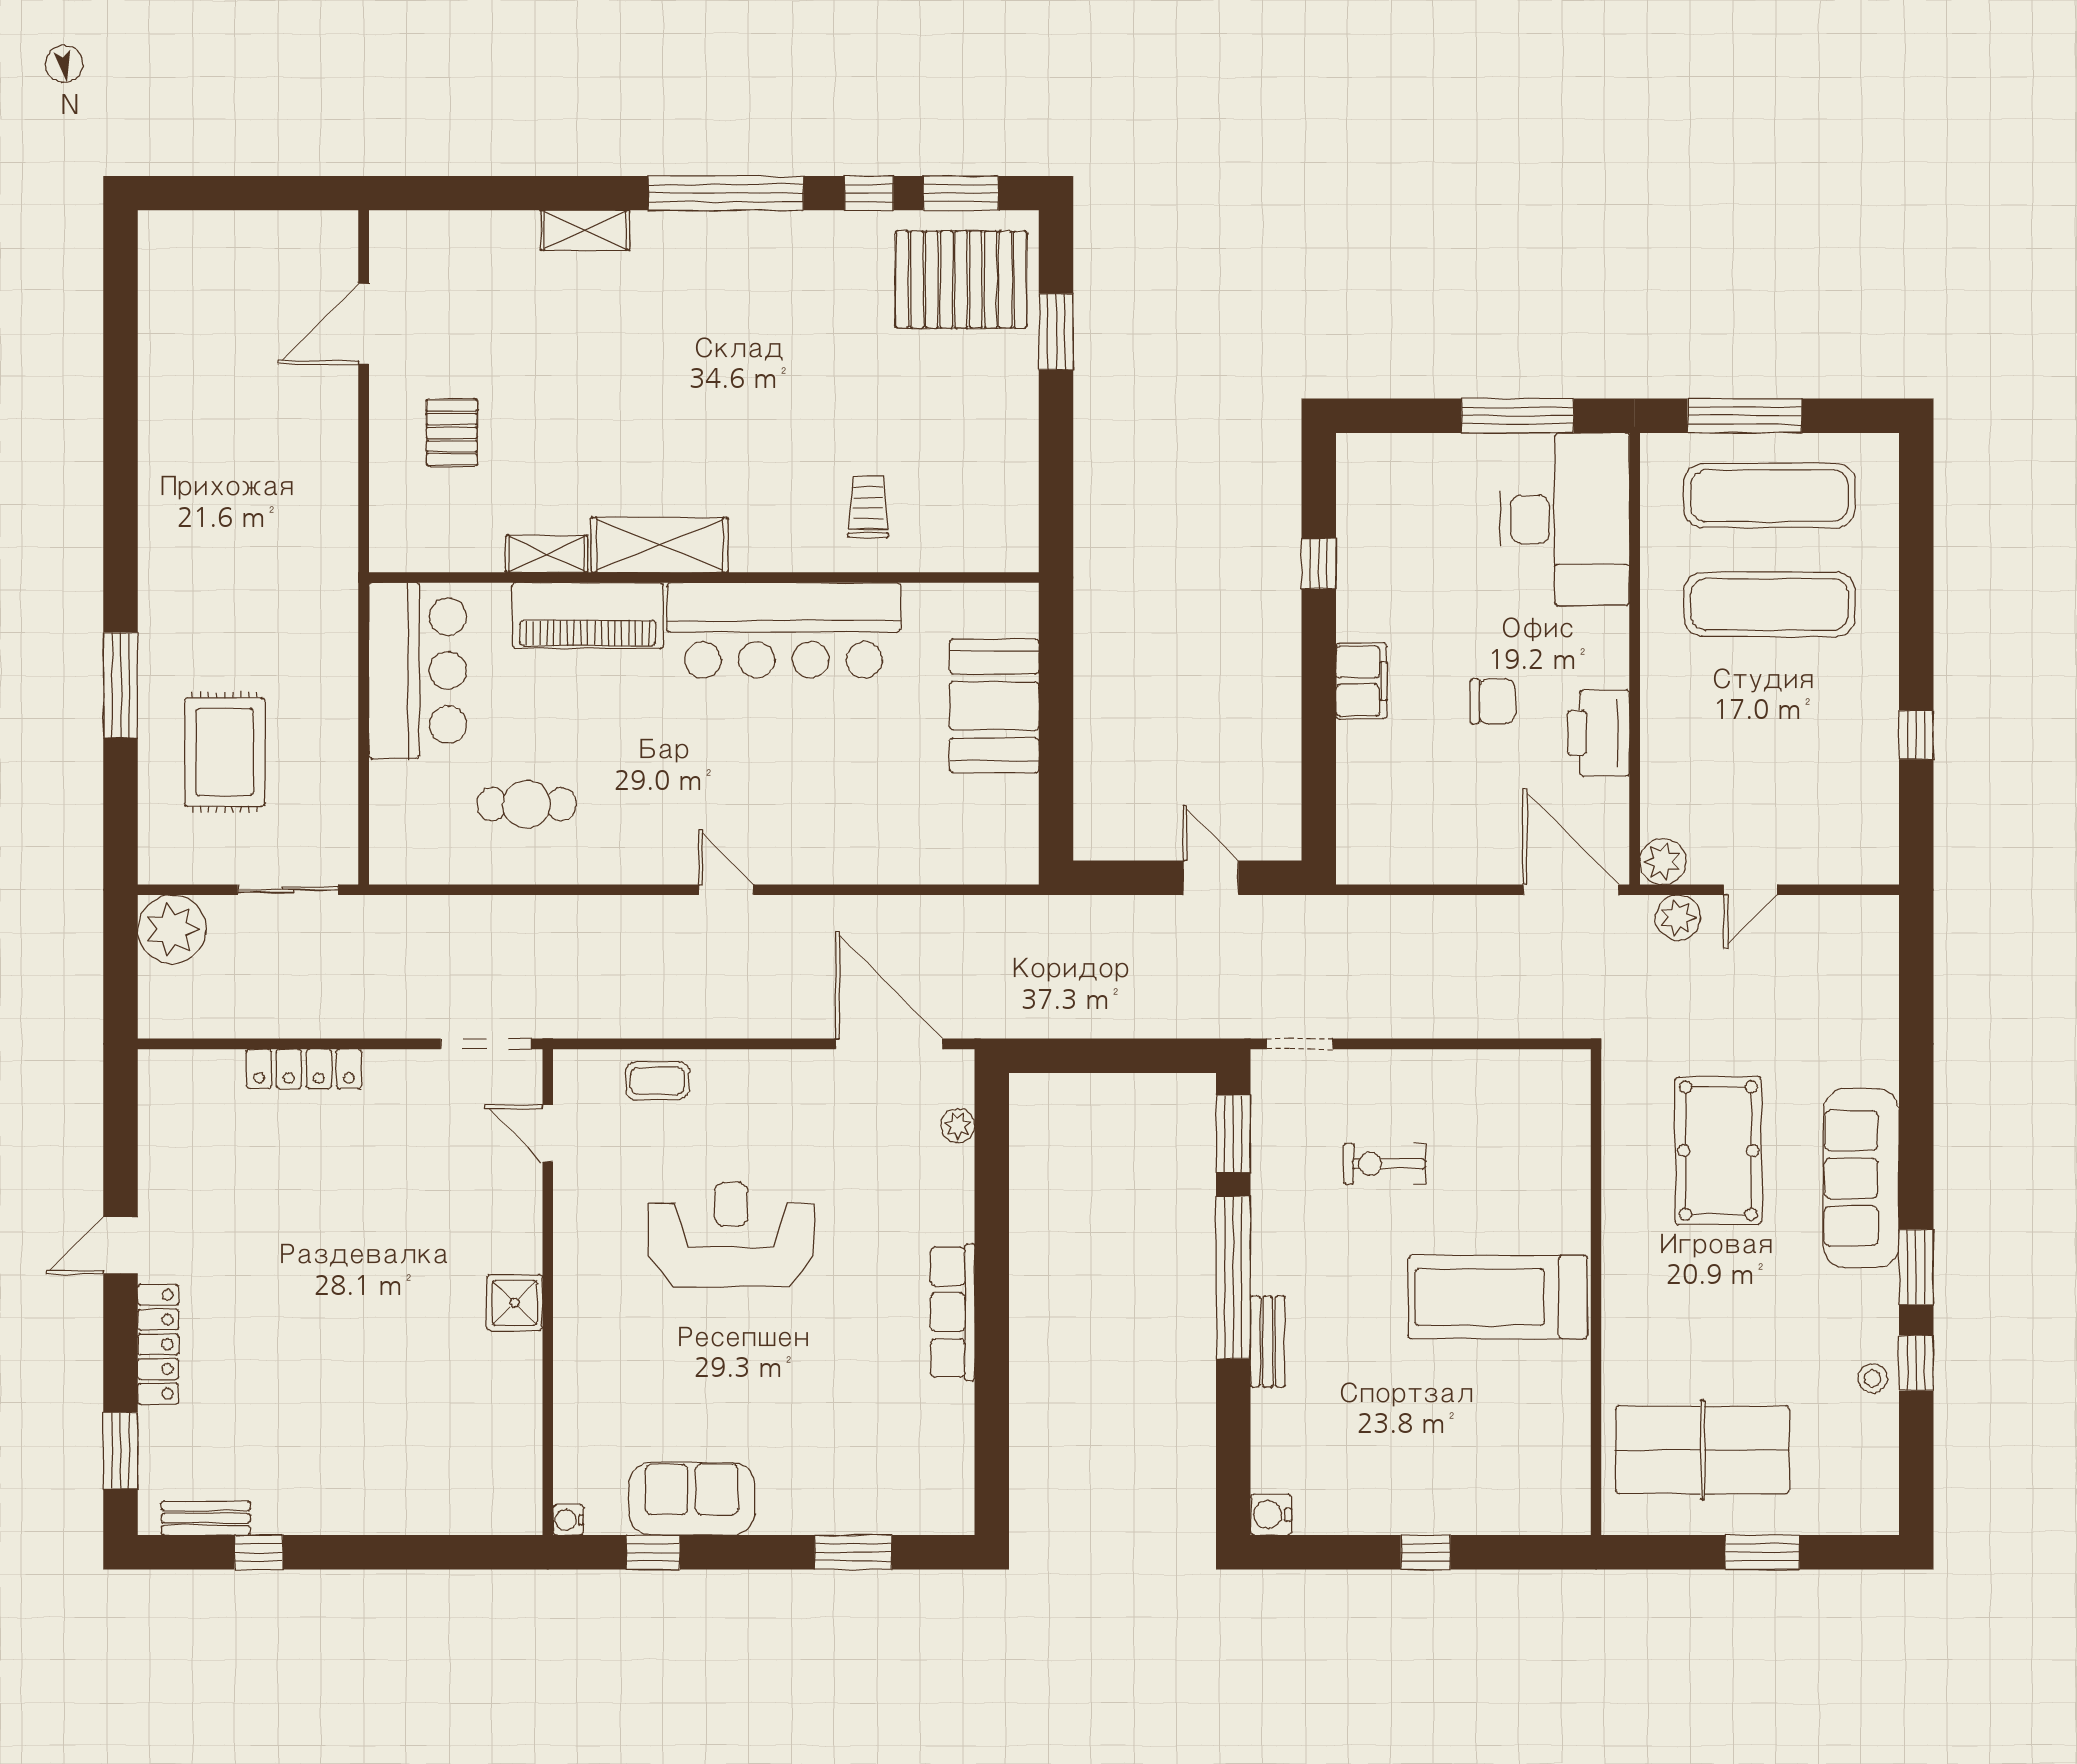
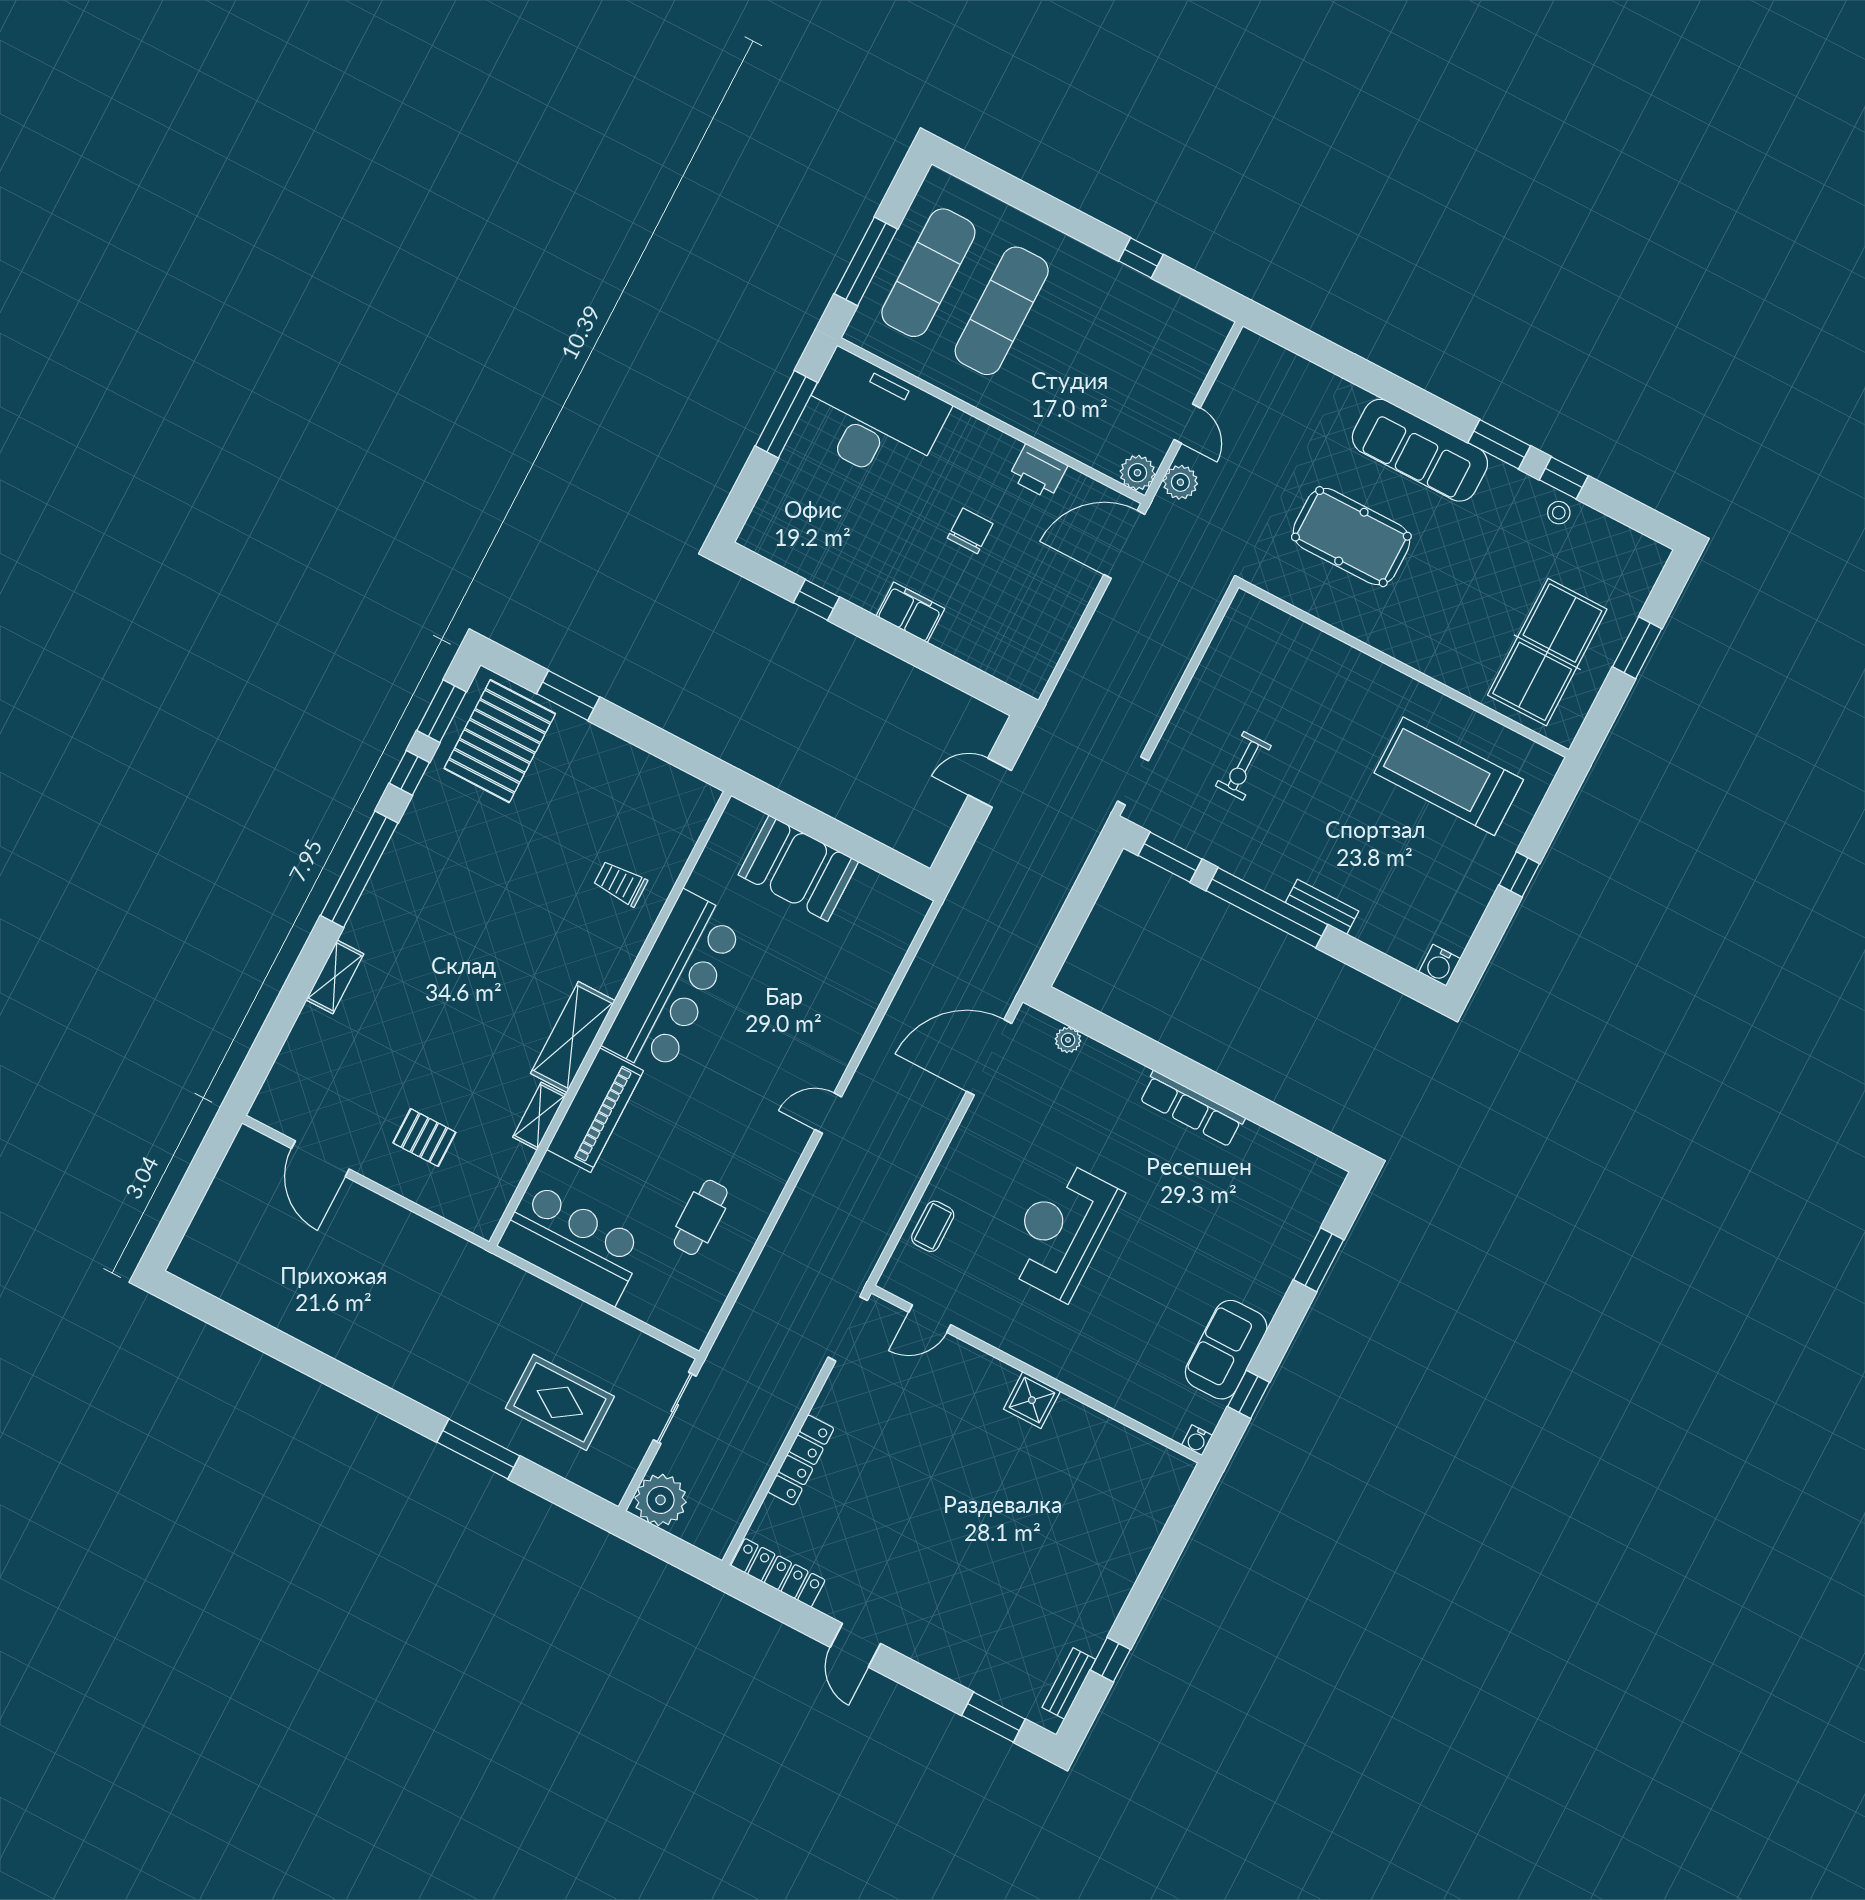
printer: (1598, 733) -> (1038, 472), width x0.73, depth x0.84
treadmill: (1498, 1297) -> (1449, 776), moved, turned 90
locker: (158, 1344) -> (778, 1573), moved

